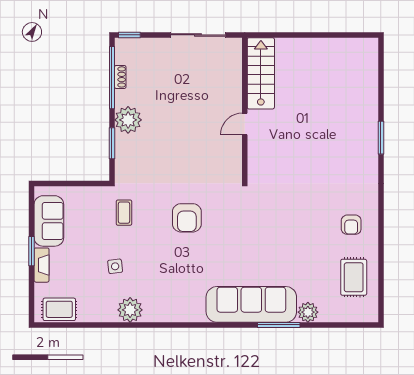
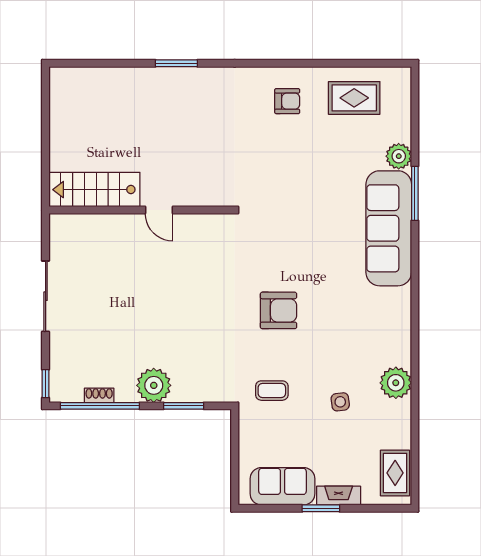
stairs: (261, 73) -> (94, 190), moved
wall: (245, 109) -> (140, 210), moved
door: (245, 124) -> (159, 210), moved

